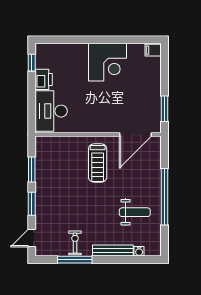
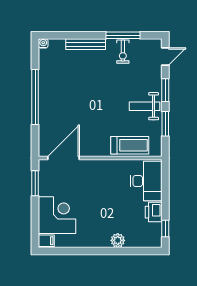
plant: (80, 50) -> (118, 240), added
corner desk: (107, 62) -> (57, 215), moved, turned 90
treadmill: (98, 163) -> (130, 145), moved, turned 90
weight bench: (135, 212) -> (145, 106), moved
water cooler: (139, 251) -> (43, 43), moved

